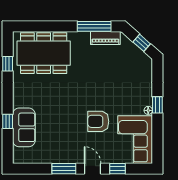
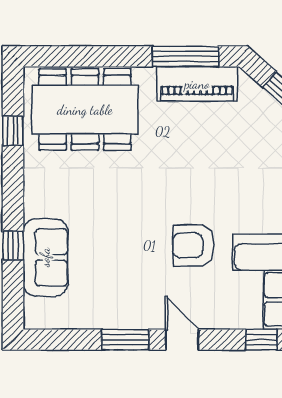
piano: (105, 38) -> (197, 84), width x1.37, depth x1.33
window: (118, 169) -> (261, 340), moved

